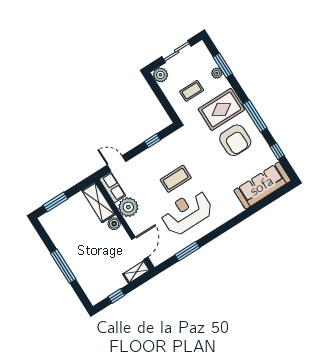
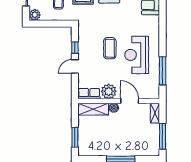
door: (117, 163) -> (75, 67), moved
door: (140, 248) -> (130, 101), moved
window: (187, 251) -> (163, 71), width x1.44
window: (116, 296) -> (163, 136), width x2.17

